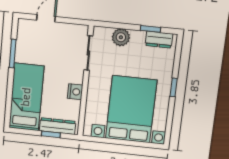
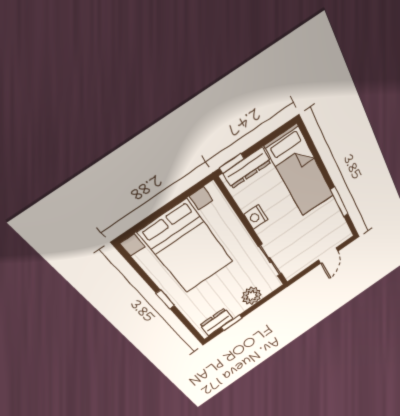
window: (51, 134) -> (232, 163), moved

